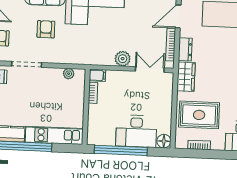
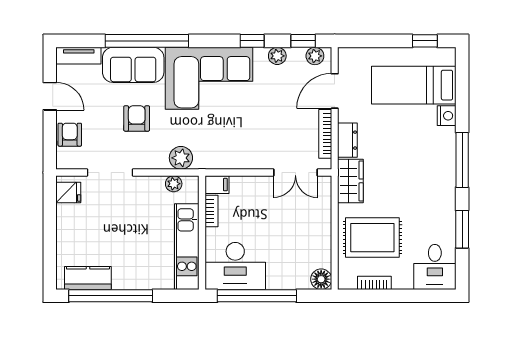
plant: (123, 59) -> (181, 158), moved
double door: (150, 70) -> (295, 172), swing flipped
desk: (136, 131) -> (235, 266), moved
kitchen unit: (54, 135) -> (187, 247), moved, turned -90

